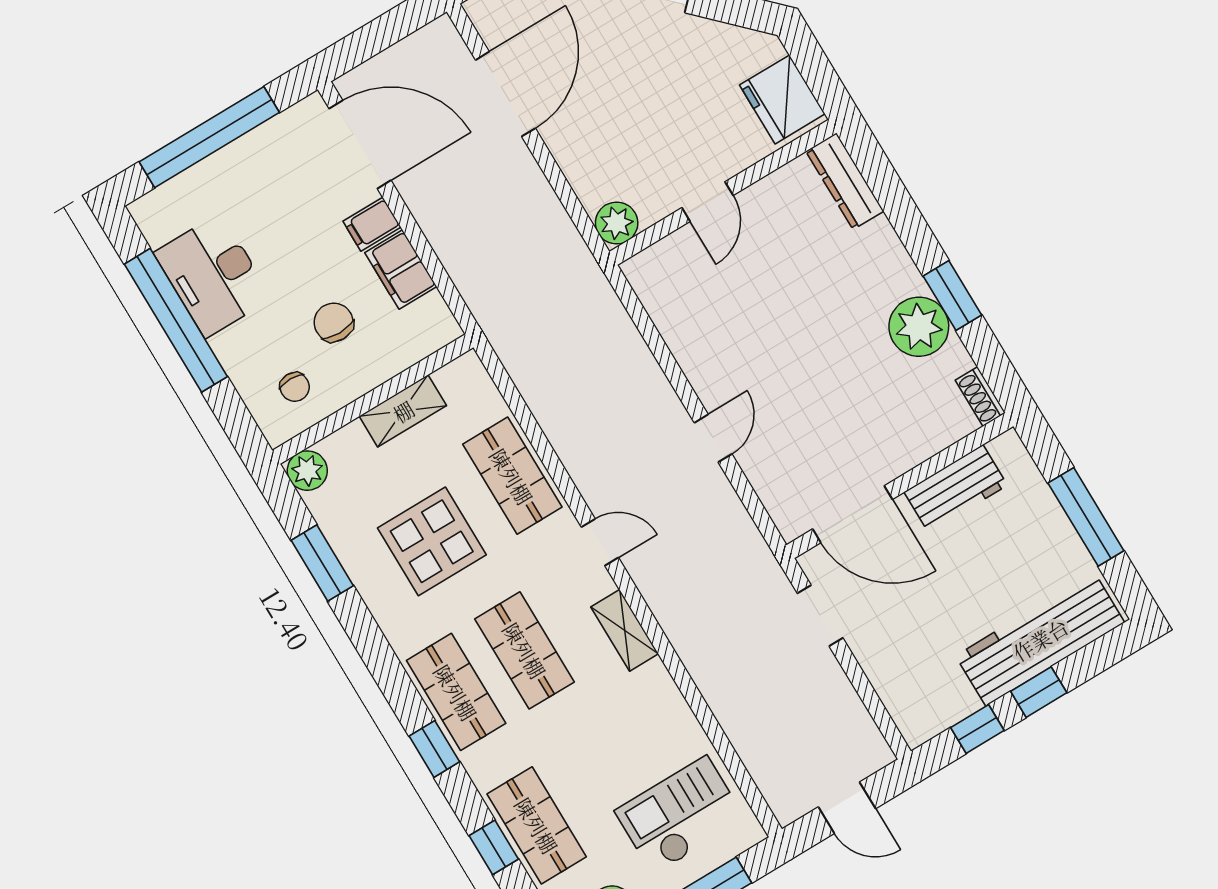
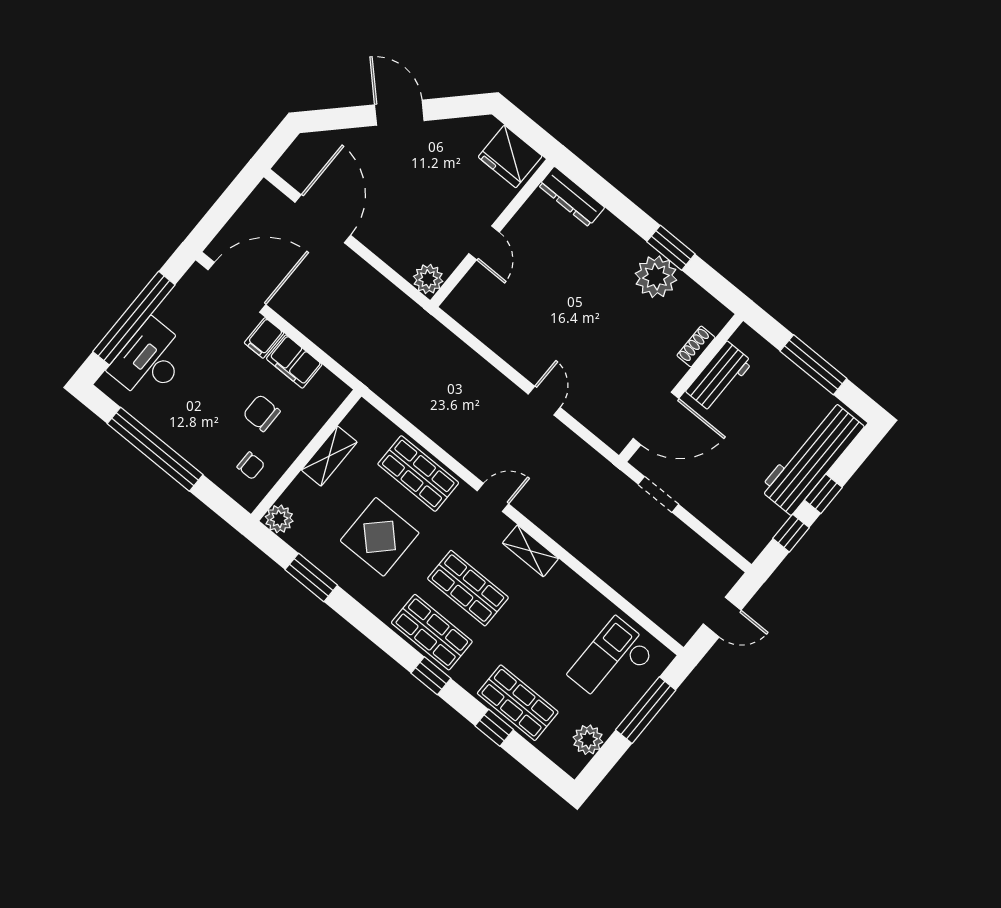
desk: (213, 276) -> (150, 361), moved, turned 90
shoe rack: (980, 397) -> (696, 346), moved, turned 90

